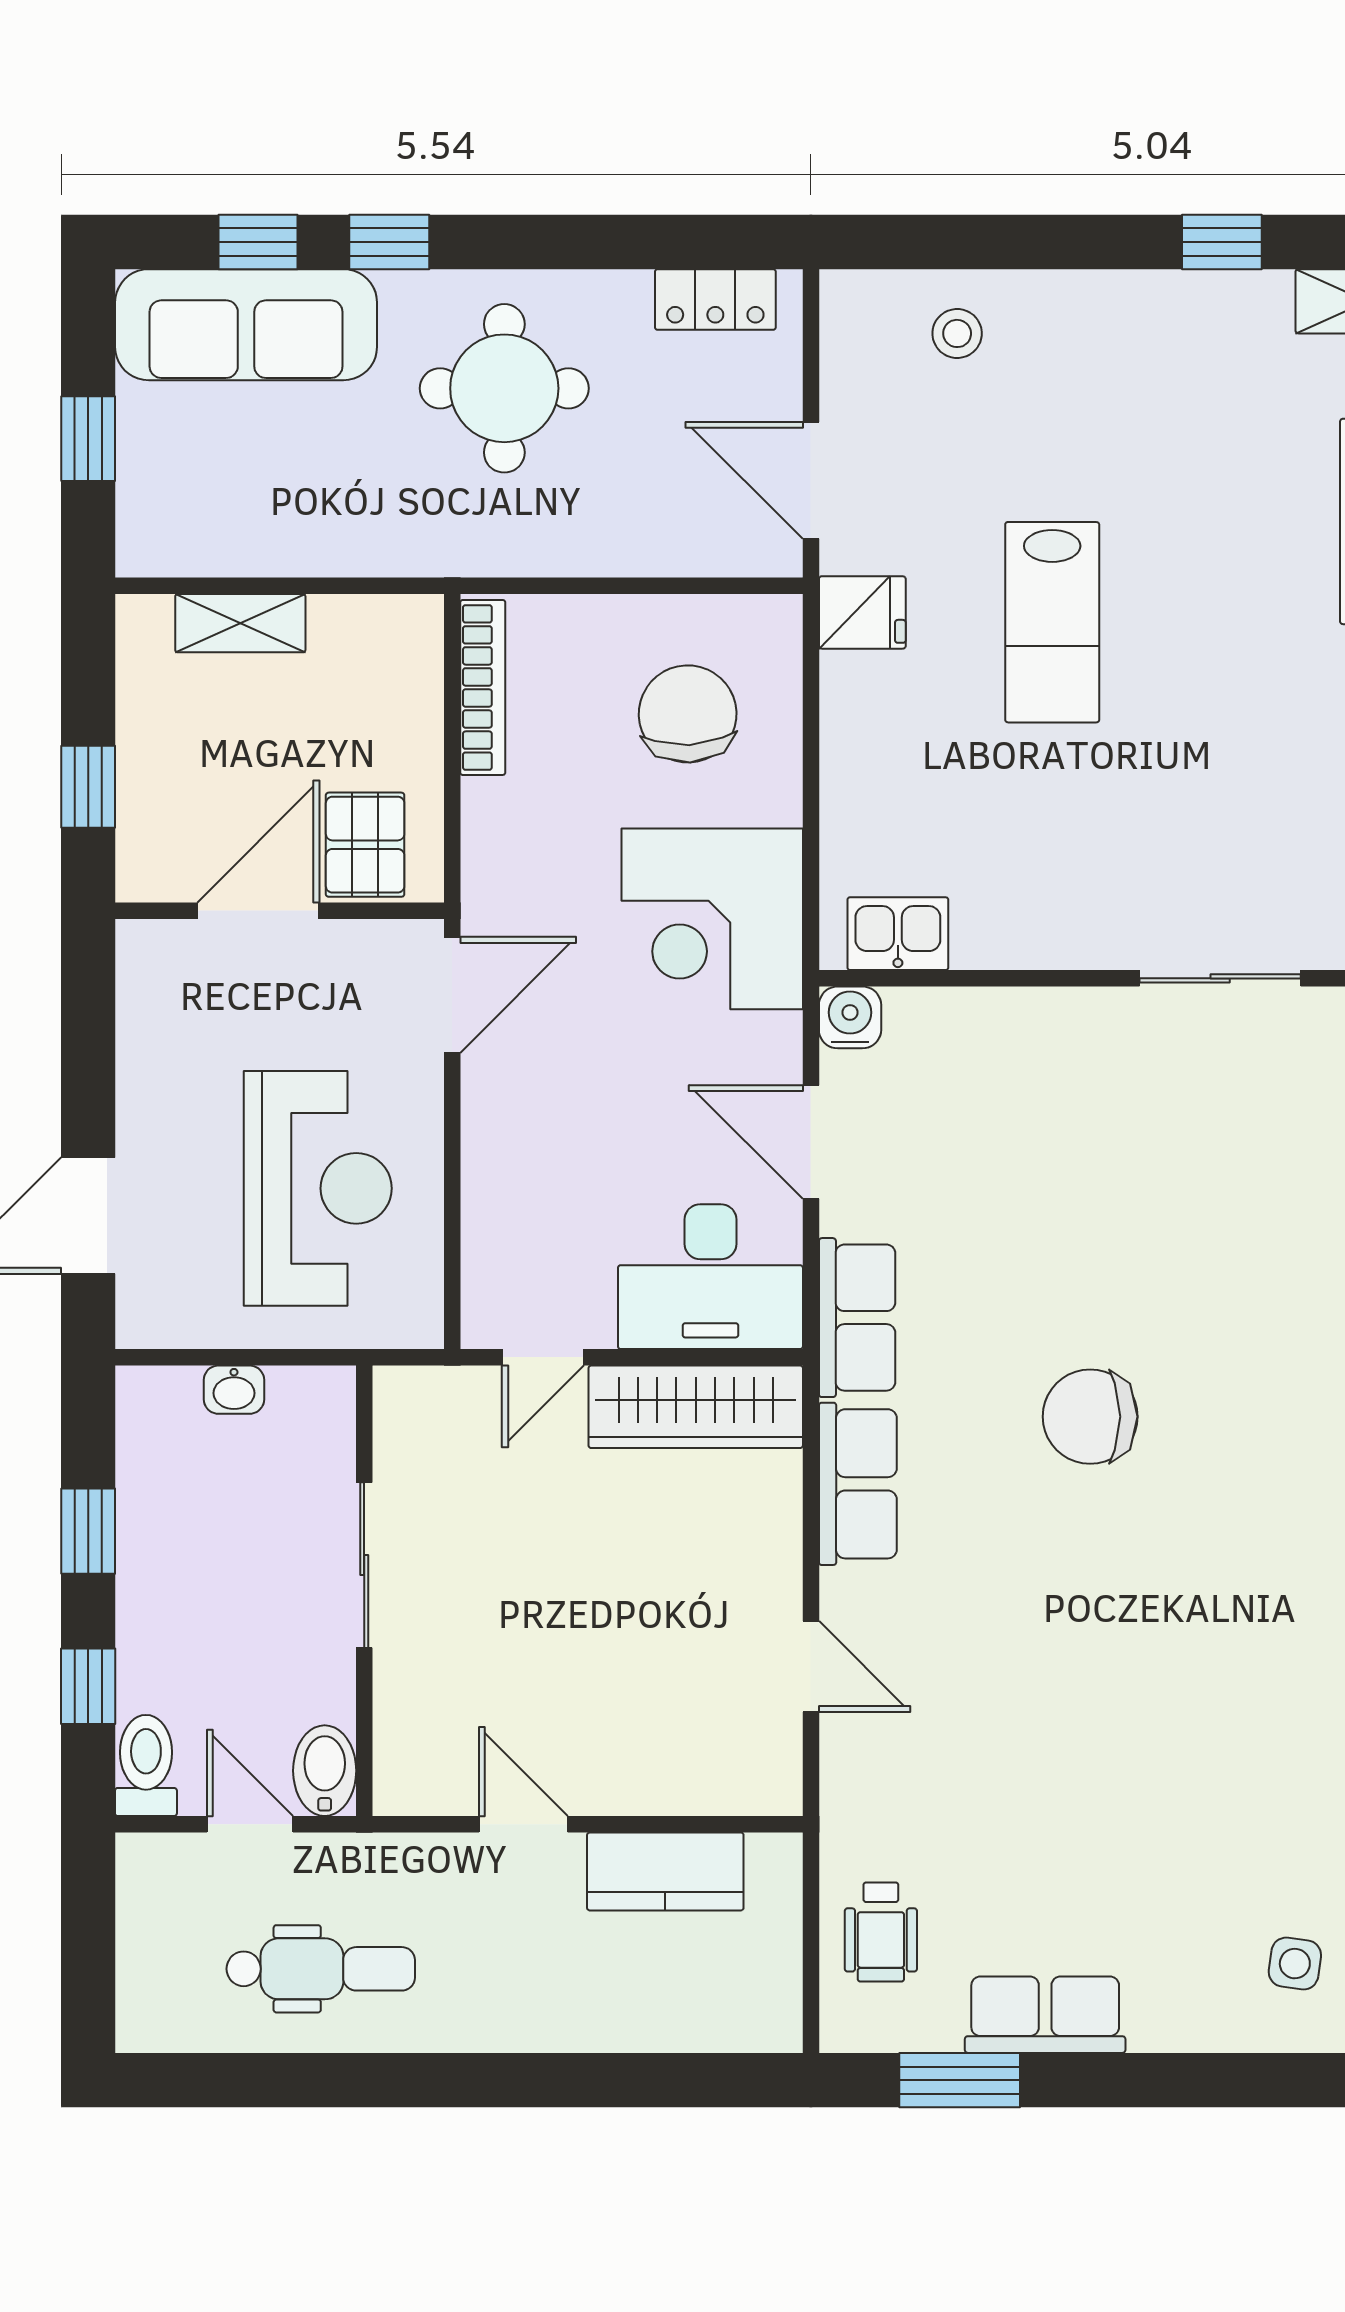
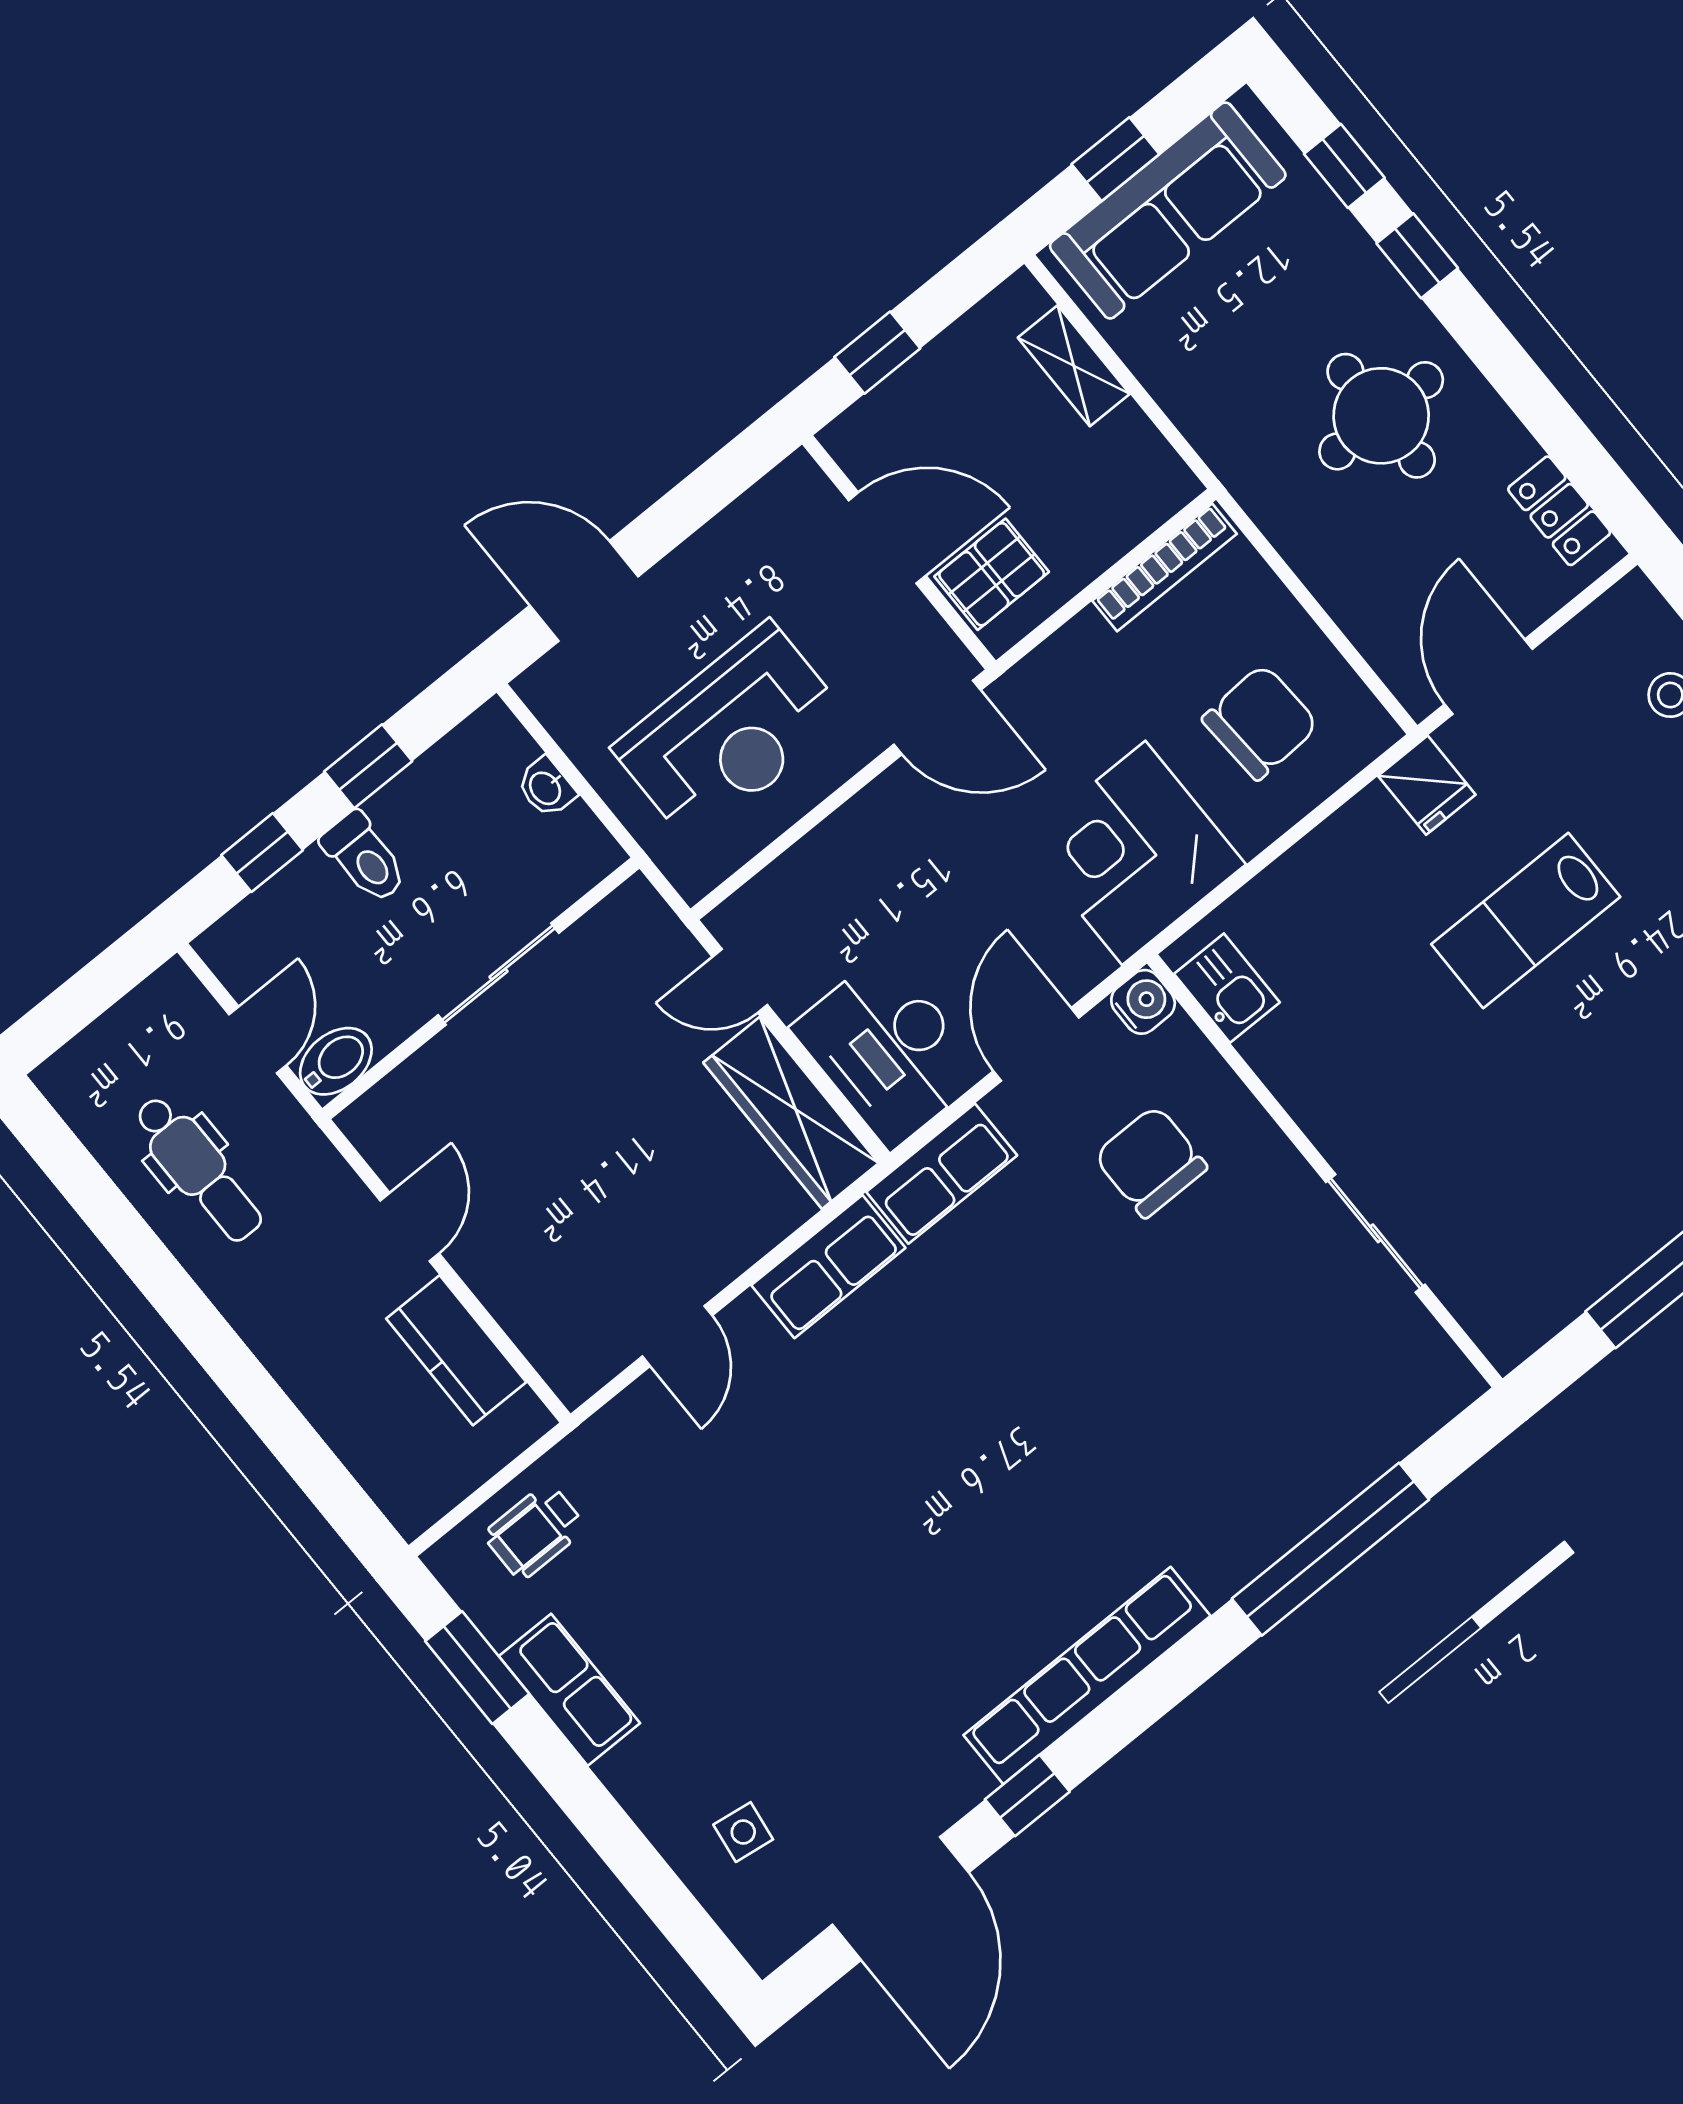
sofa: (246, 325) -> (1168, 210), moved, turned -90
chair: (1090, 1417) -> (1151, 1162), moved
toilet: (146, 1765) -> (365, 858), moved, turned 90

